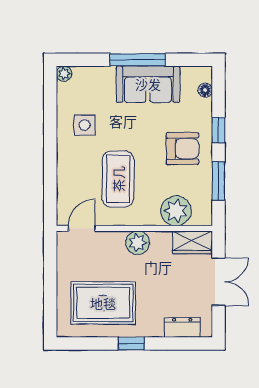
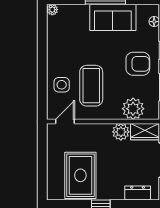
side table: (85, 125) -> (62, 85), moved
plant: (138, 243) -> (121, 132), moved
rug: (103, 303) -> (80, 175), turned 90

